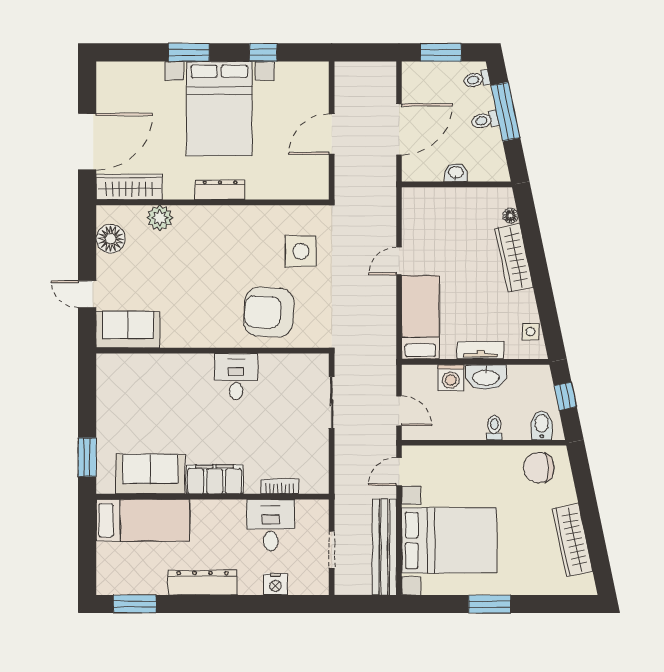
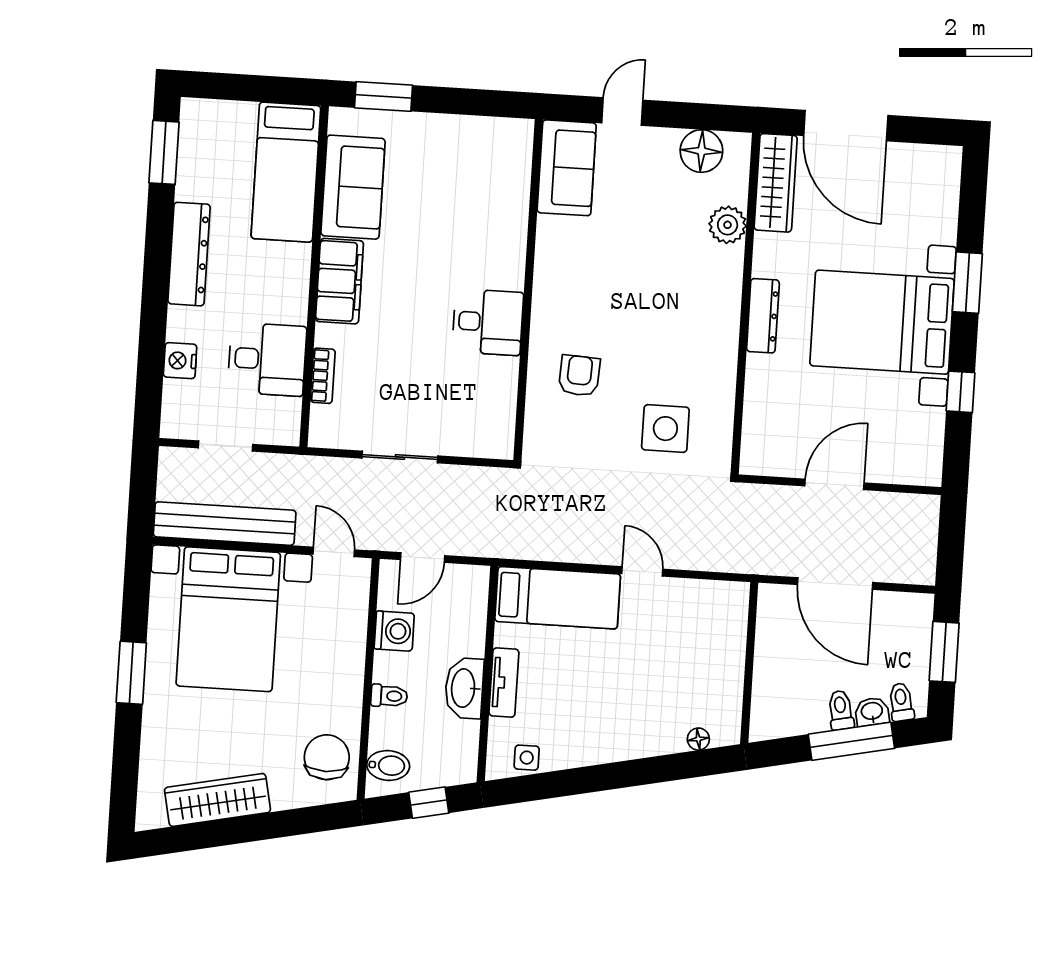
door: (332, 134) -> (834, 484), hinge flipped
washbasin: (456, 173) -> (872, 712), moved, turned -102
wardrobe: (514, 258) -> (636, 740), removed
armchair: (269, 312) -> (579, 376), width x0.53, depth x0.53
washing machine: (451, 378) -> (394, 631), moved, turned 180
sliding door: (332, 403) -> (400, 457), moved

